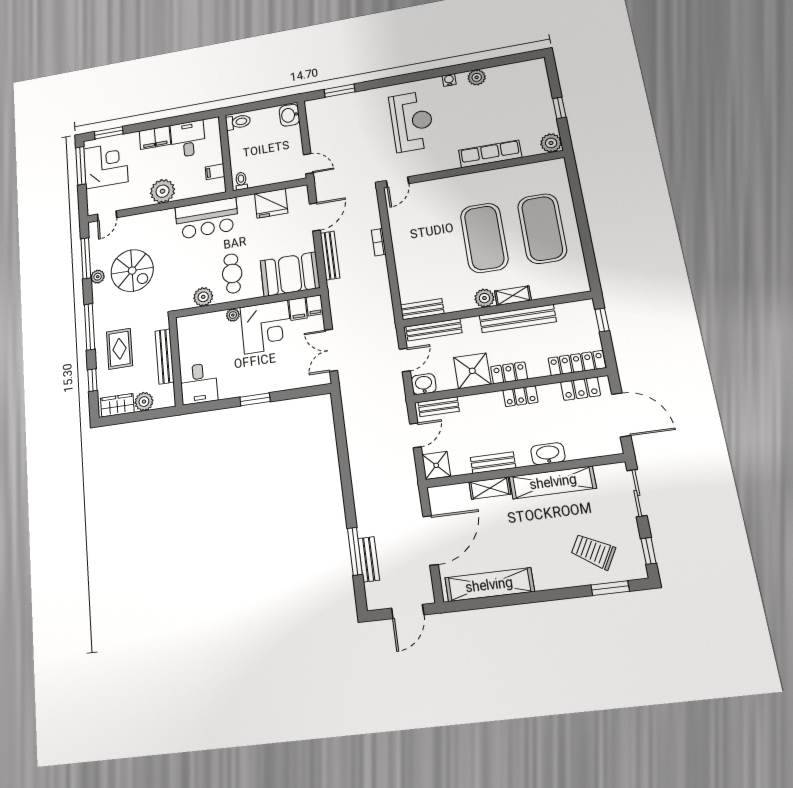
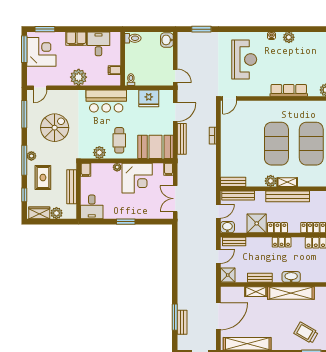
spiral stairs: (132, 271) -> (55, 128), turned -90
plant: (98, 277) -> (31, 156), moved
filing cabinet: (298, 309) -> (86, 170), moved

